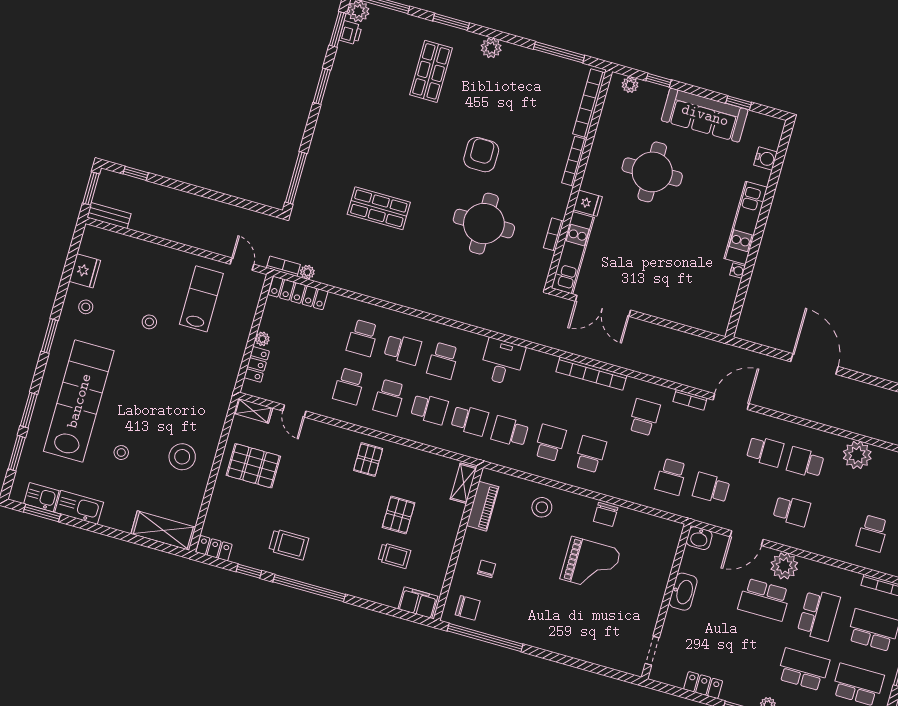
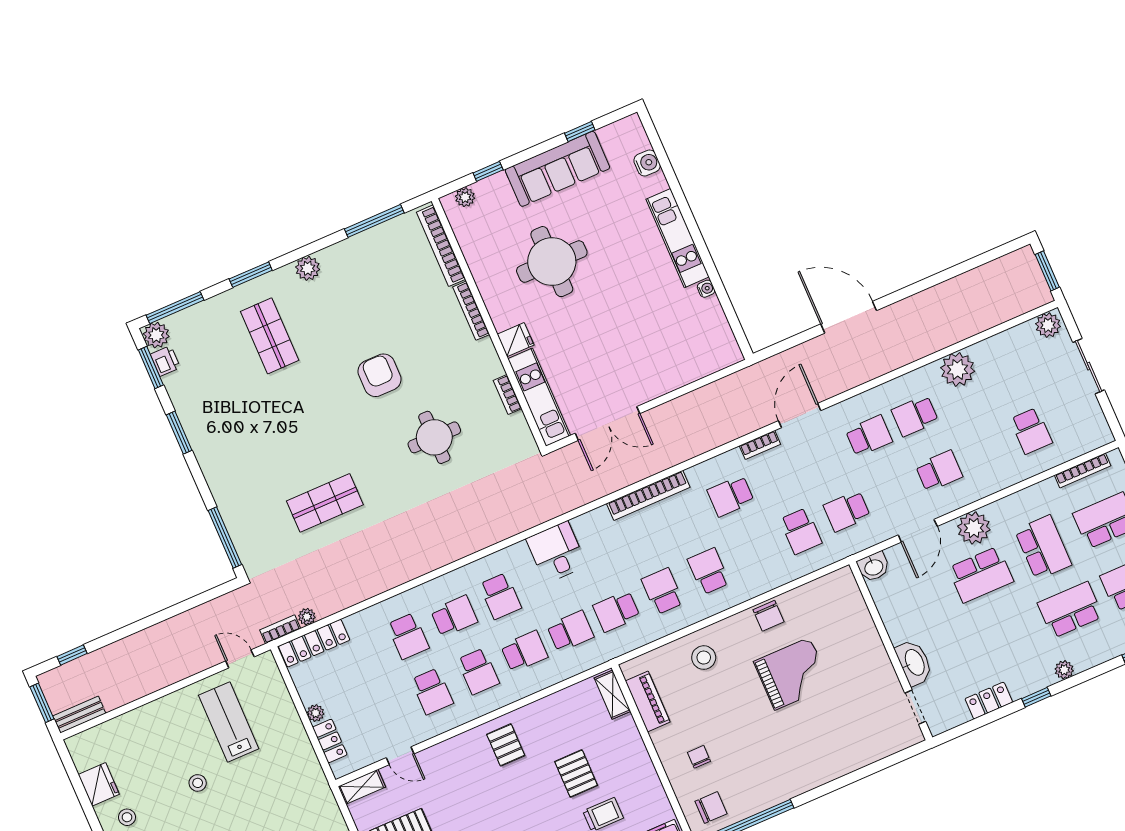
round table: (484, 224) -> (434, 437), width x0.73, depth x0.73
school desk: (644, 417) -> (731, 496), turned -90
washbasin: (683, 592) -> (914, 663), moved

